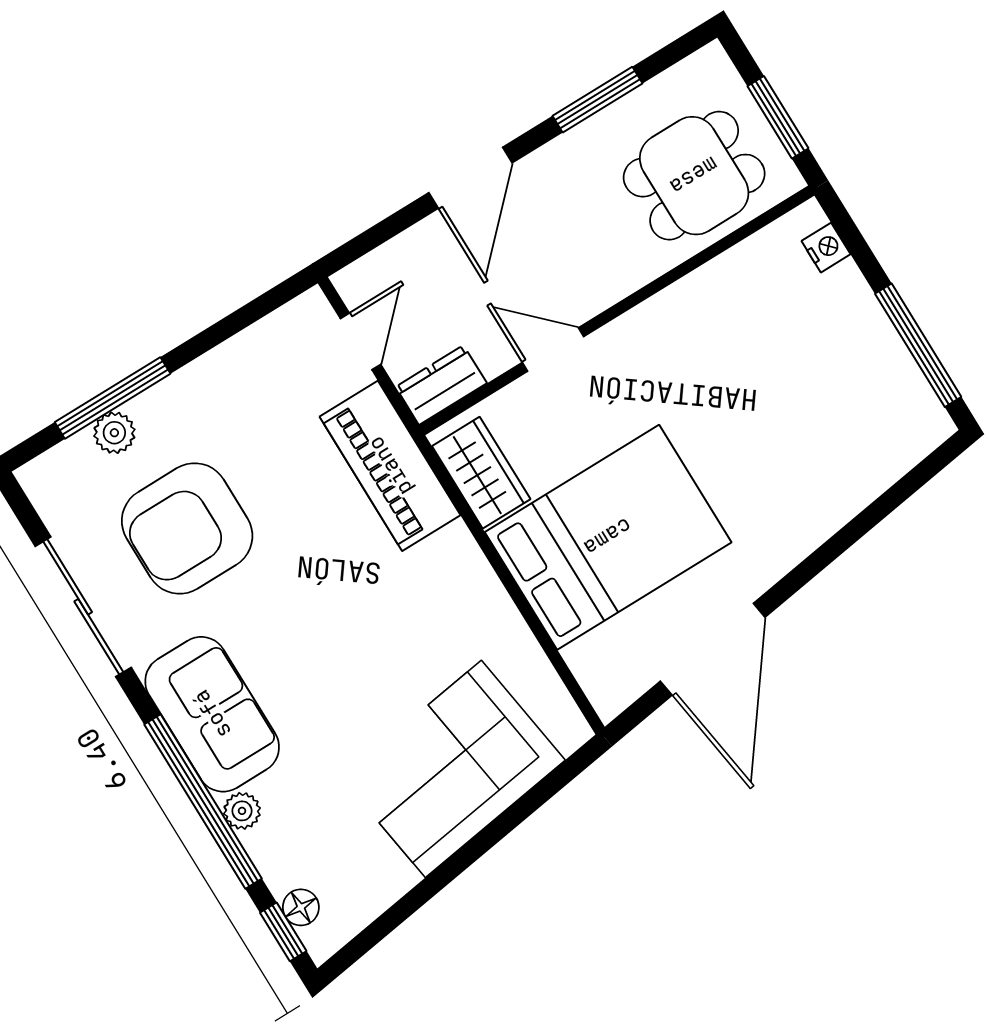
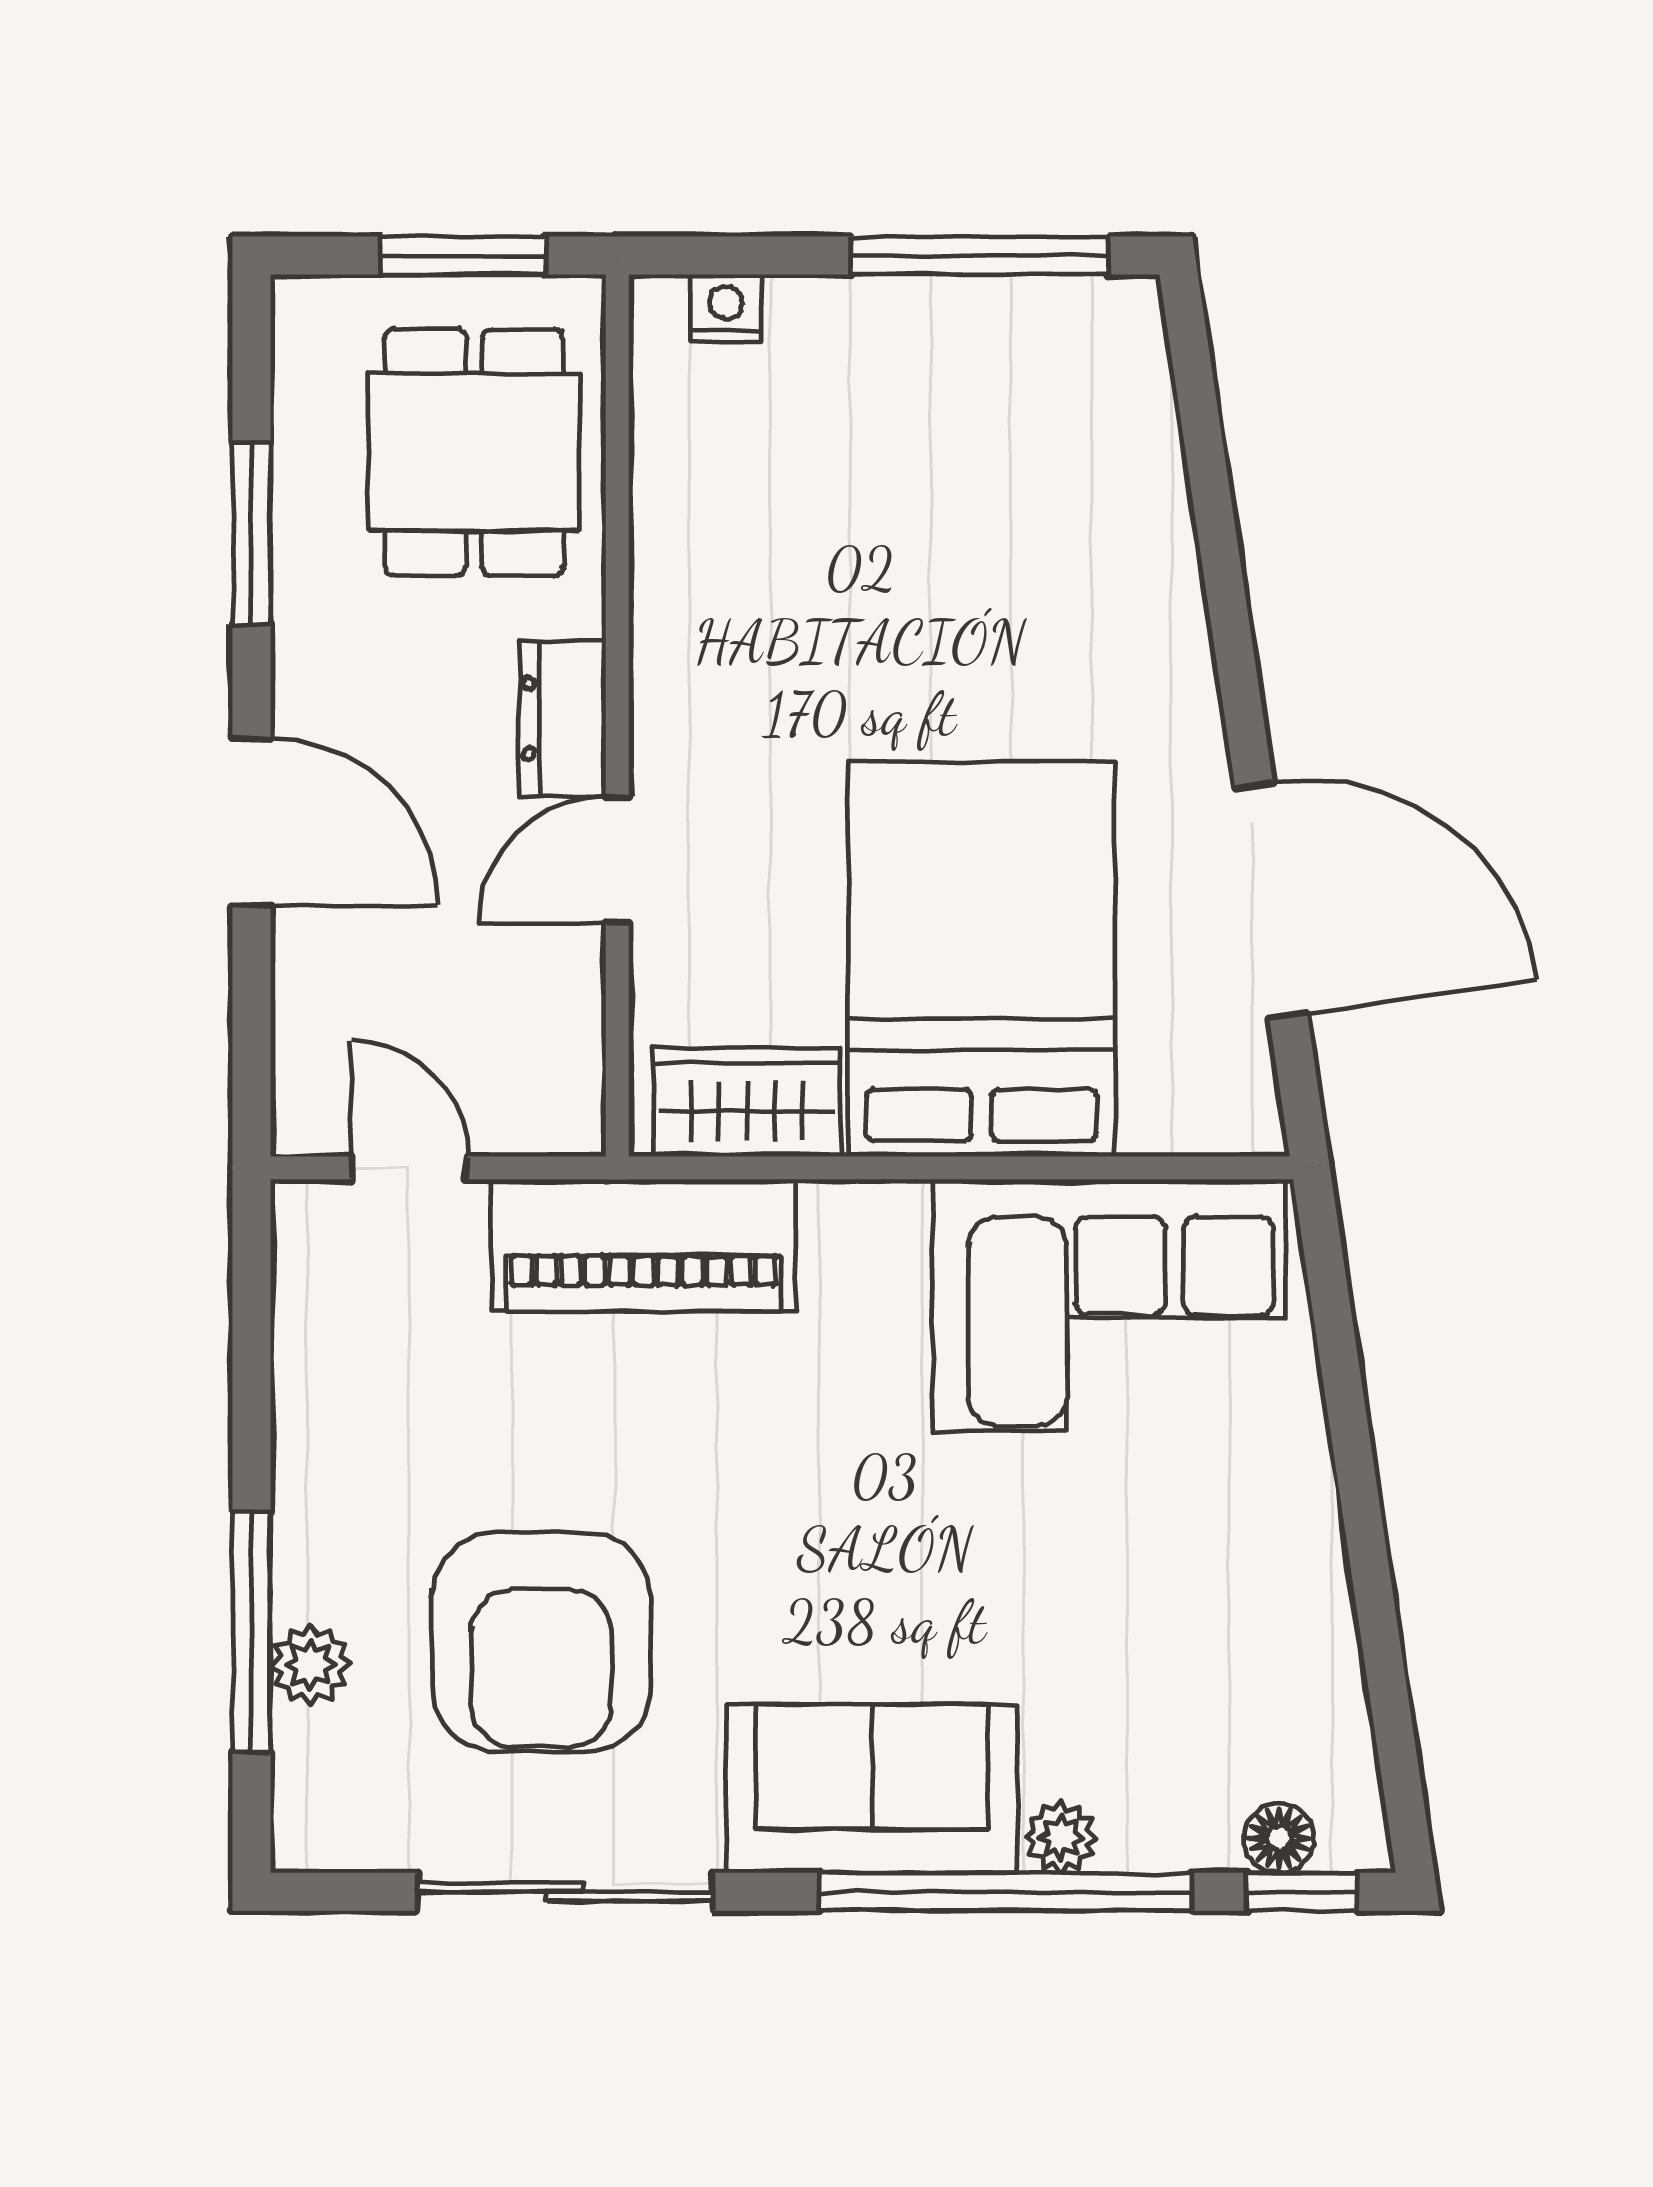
dresser: (441, 385) -> (563, 719), moved
corner sofa: (453, 769) -> (1109, 1305), moved, turned -82

